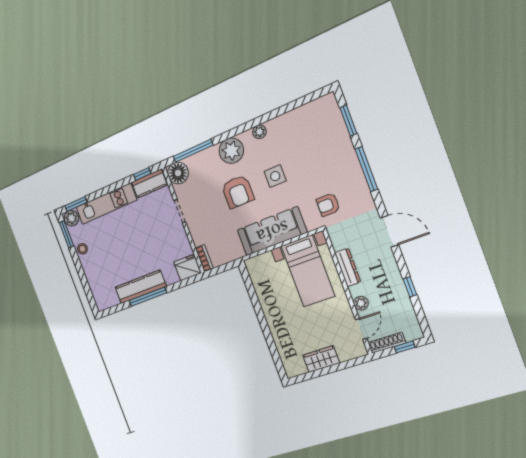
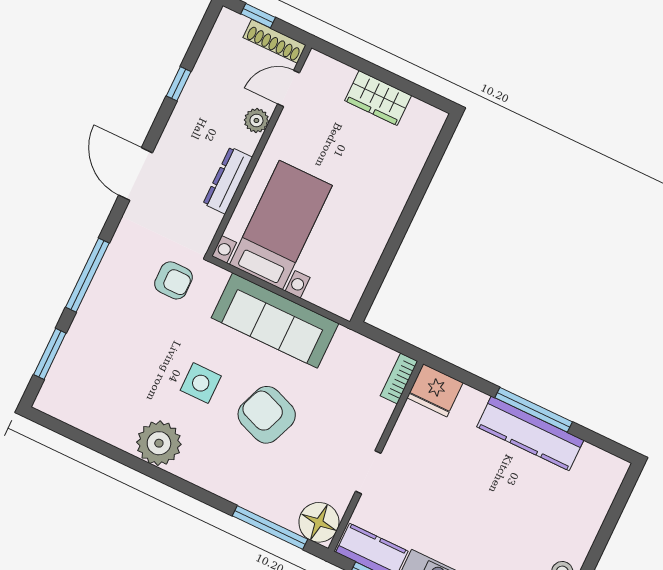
plant: (259, 132) -> (159, 443), width x1.88, depth x1.88
plant: (231, 151) -> (222, 473), removed
armchair: (238, 192) -> (267, 415), turned -69

